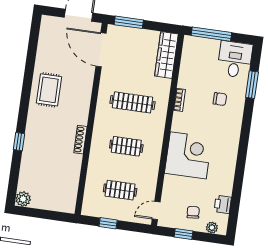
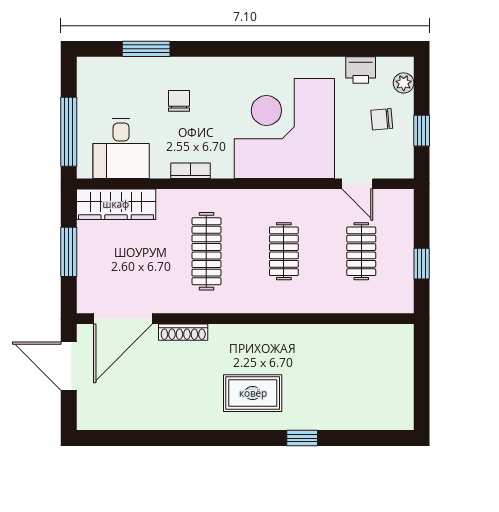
window: (129, 22) -> (69, 252), moved
desk: (235, 59) -> (121, 148), moved, turned -90
rug: (49, 90) -> (253, 393), moved
shoe rack: (80, 140) -> (183, 332), moved
corner desk: (188, 155) -> (284, 129), width x1.36, depth x1.36
plant: (23, 199) -> (400, 417), removed
door: (156, 210) -> (357, 184), moved

